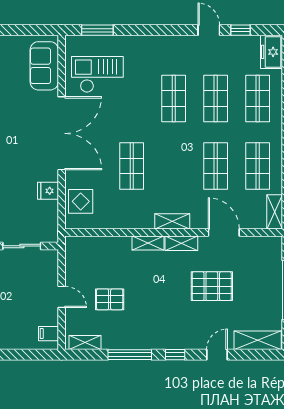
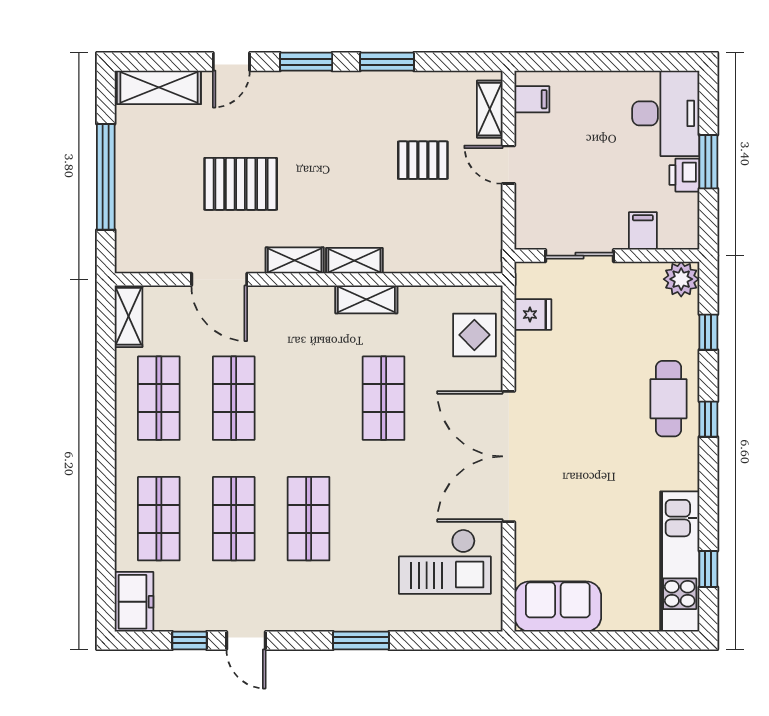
window: (97, 30) -> (361, 640), moved
sofa: (44, 66) -> (558, 606), moved, turned -90
fridge: (48, 191) -> (533, 314), moved
shelving: (172, 221) -> (366, 299), moved
shelving: (85, 342) -> (490, 109), moved, turned 90
window: (130, 355) -> (387, 62), width x0.69
window: (175, 355) -> (306, 62), width x1.50

